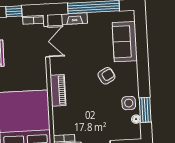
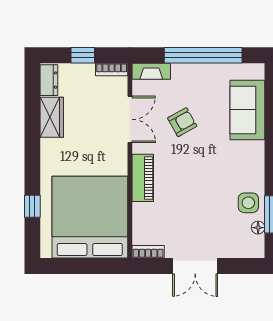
fireplace: (75, 19) -> (151, 71), moved
double door: (47, 42) -> (130, 119), moved
armchair: (106, 76) -> (182, 122), moved

